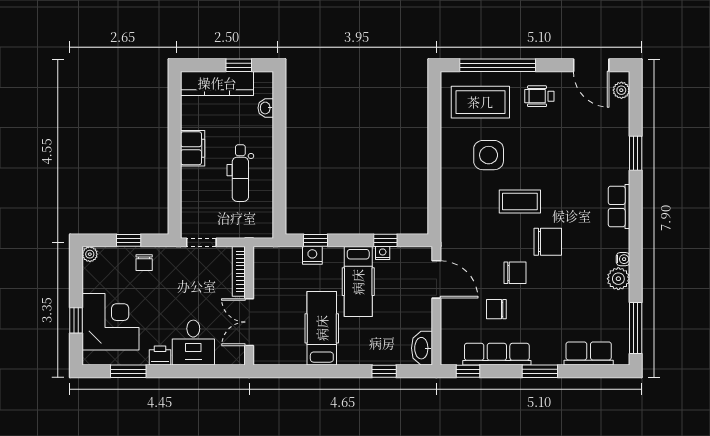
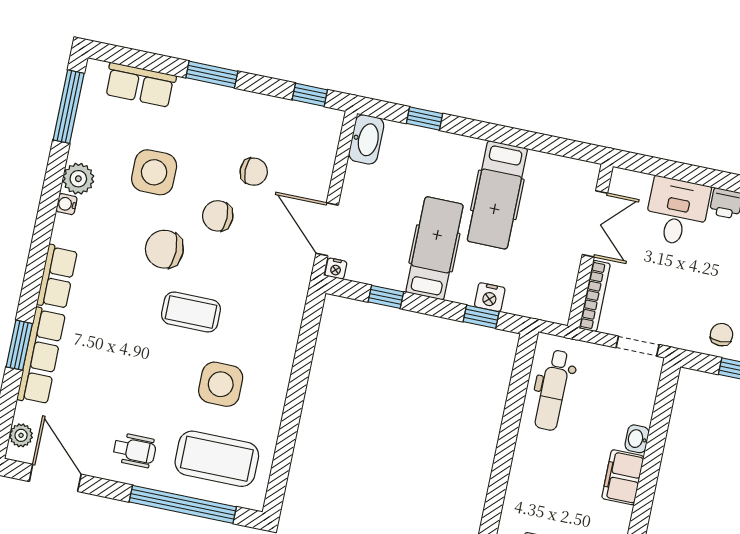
washbasin: (266, 108) -> (637, 439), moved, turned 180
dental chair: (240, 173) -> (553, 390), moved, turned 180
nightstand: (383, 253) -> (336, 269), moved
side table: (566, 294) -> (154, 172), added
row of seats: (497, 354) -> (41, 356), moved, turned -90

